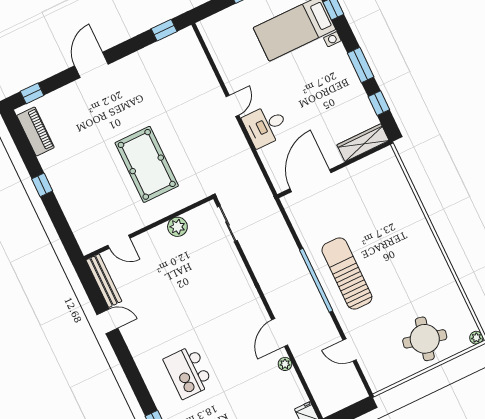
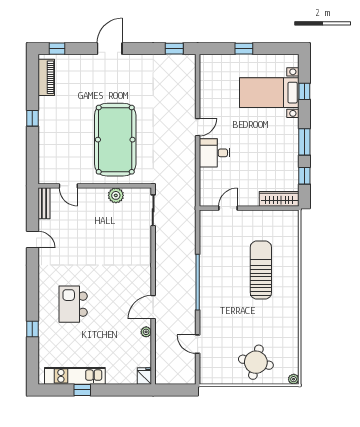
pool table: (147, 164) -> (115, 140), width x1.36, depth x1.32
door: (310, 181) -> (228, 208), width x0.53
sun lounger: (347, 273) -> (261, 270), moved
bench: (104, 281) -> (44, 203), width x0.73

